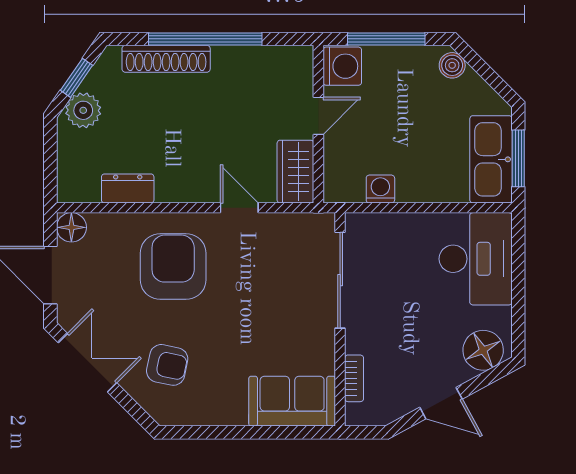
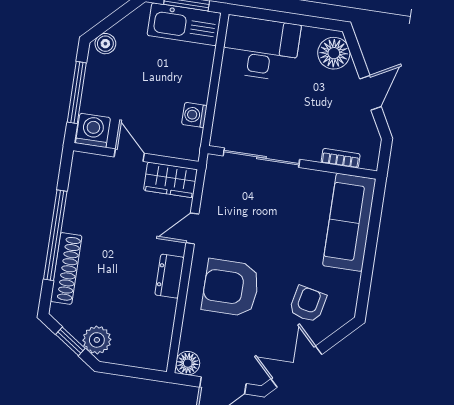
dresser: (128, 188) -> (170, 276), moved
sofa: (292, 401) -> (349, 222), width x1.36

